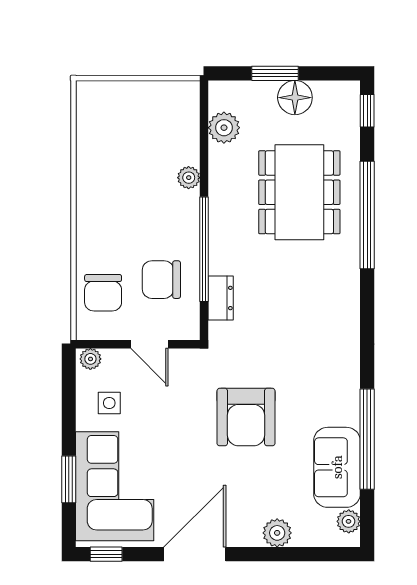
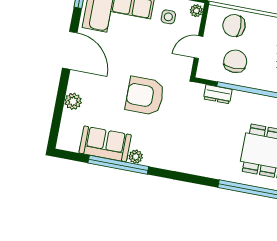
plant: (349, 521) -> (136, 157), moved

